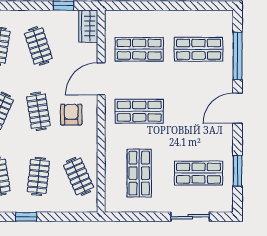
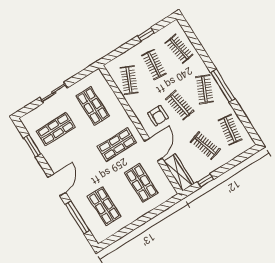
wardrobe: (88, 26) -> (179, 172), width x1.50
shop shelf: (139, 49) -> (141, 183), turned 90
shop shelf: (199, 49) -> (104, 206), turned 90
clothes rail: (79, 176) -> (129, 80), turned 48
sliding door: (190, 217) -> (54, 93), moved

